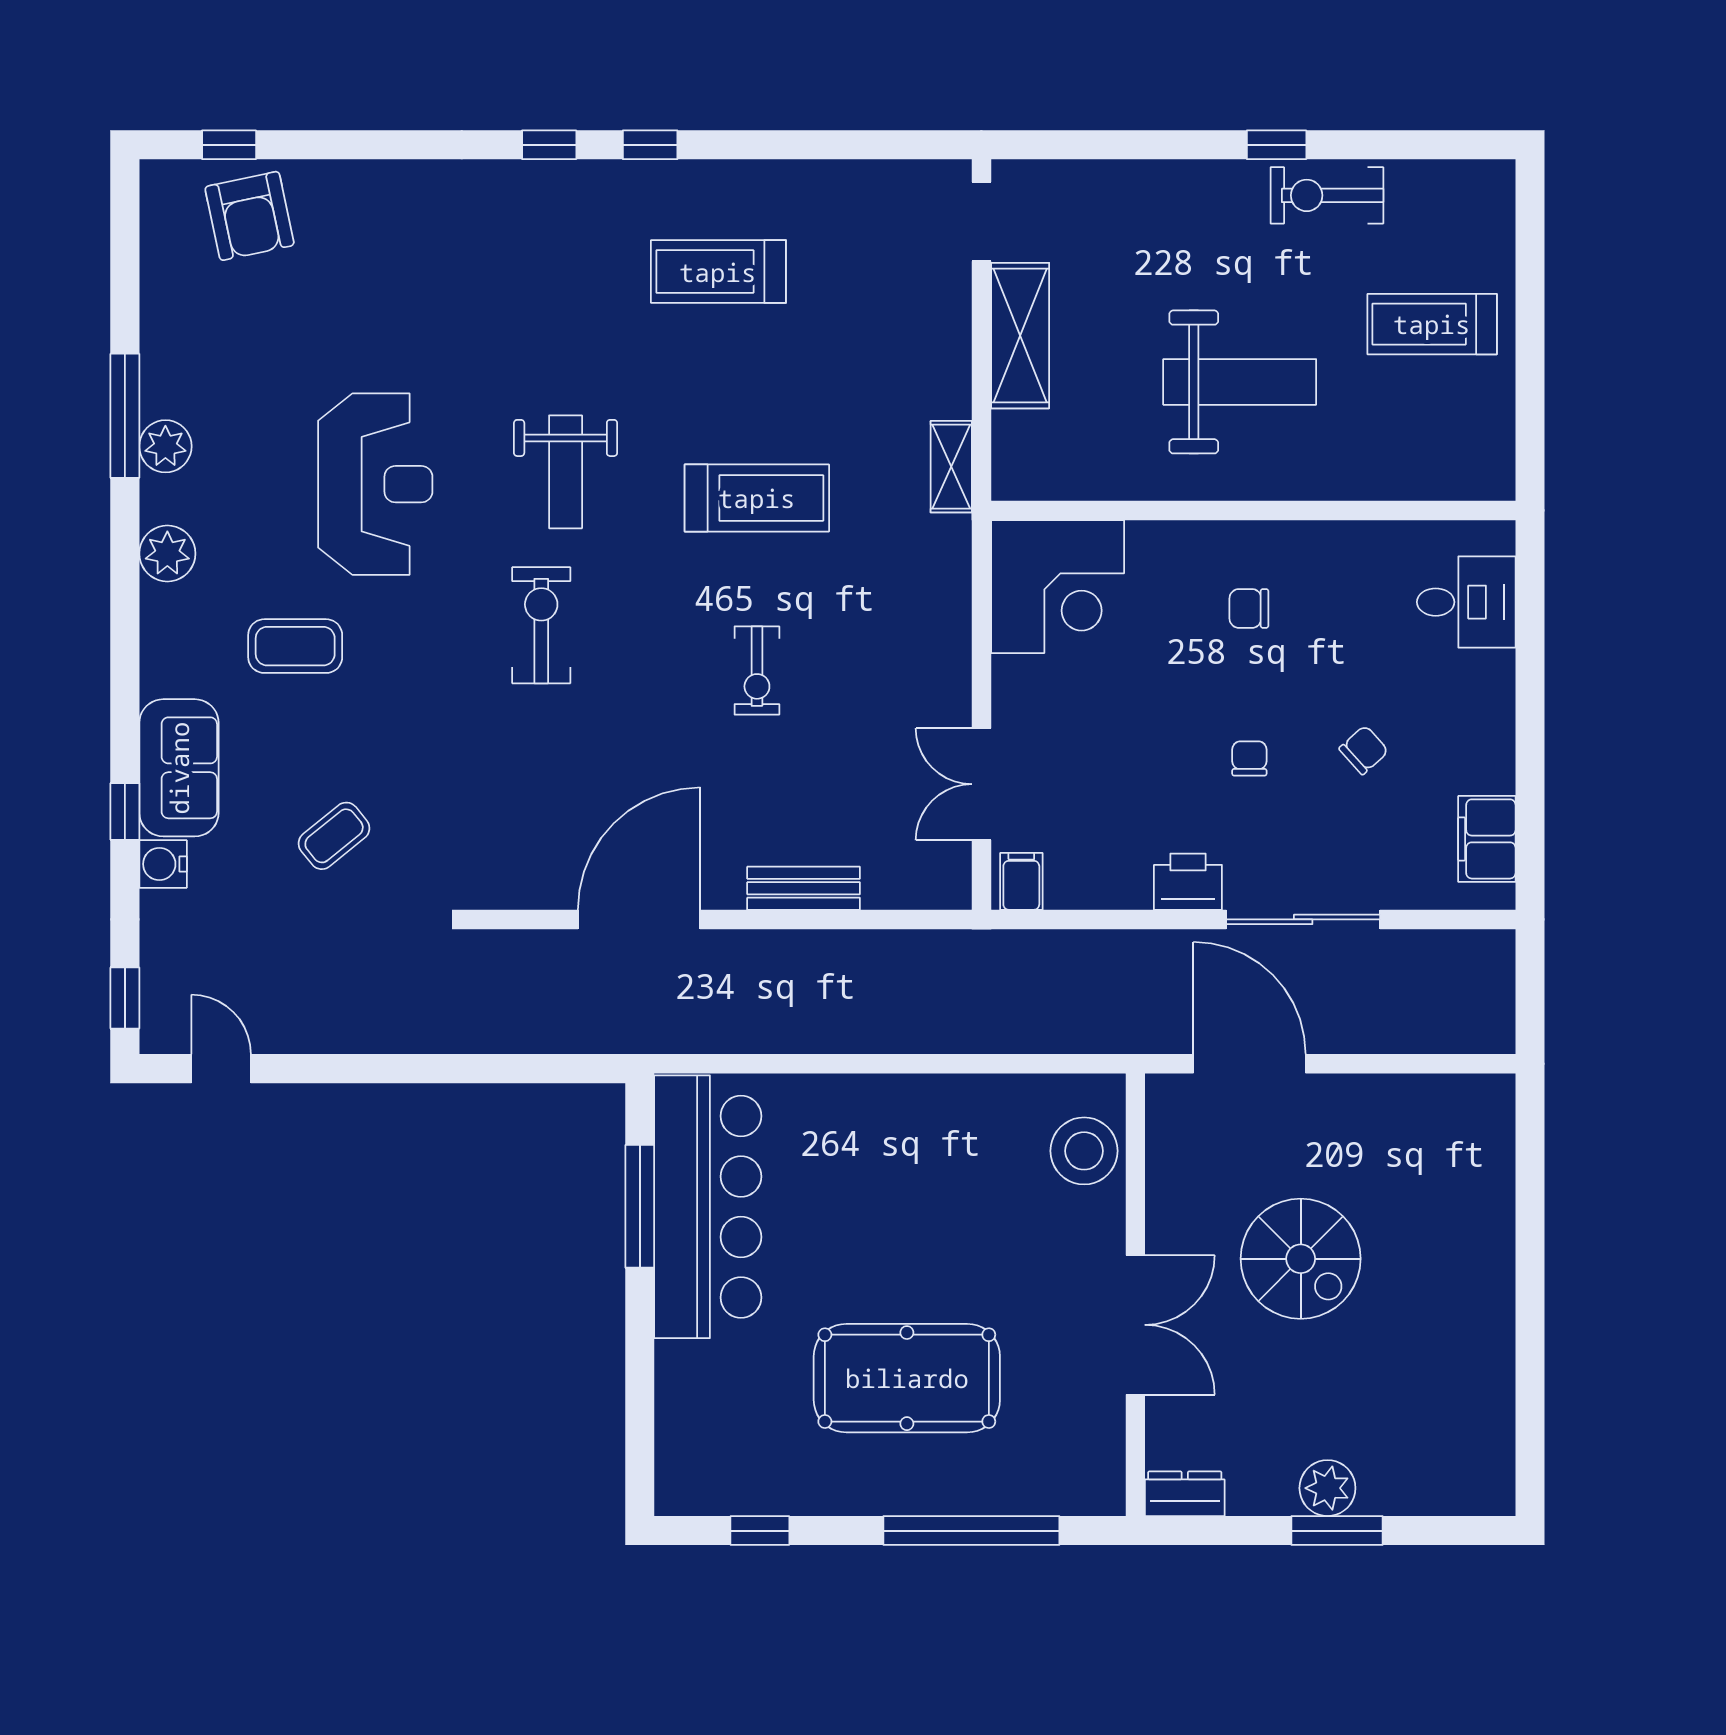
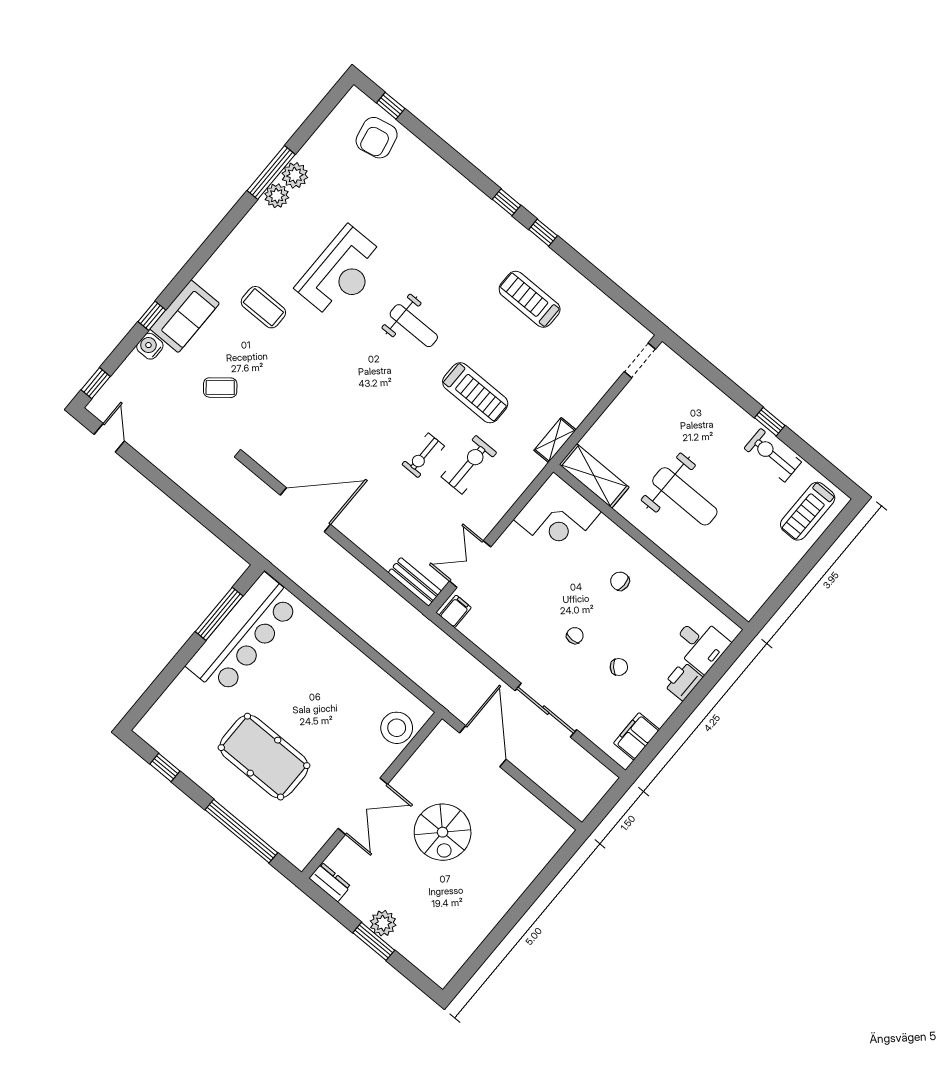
treadmill: (1432, 324) -> (808, 511), moved, turned -90
shelving: (1020, 336) -> (594, 476), moved, turned 90
weight bench: (566, 472) -> (414, 326), turned -90
plant: (167, 554) -> (295, 175), moved
exercise bike: (541, 625) -> (469, 465), moved
printer: (1188, 882) -> (683, 681), moved, turned -90
bench: (804, 888) -> (415, 582), moved

